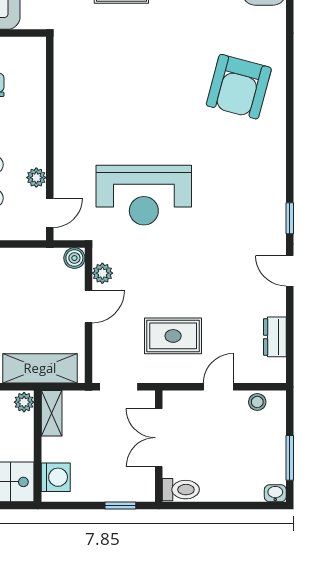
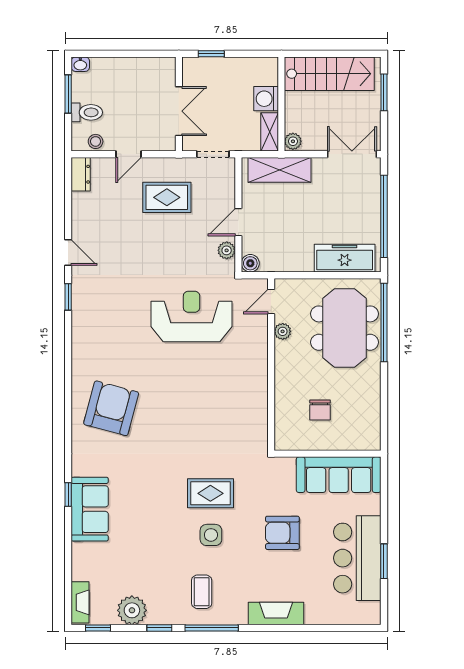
dresser: (275, 337) -> (81, 174), moved
washing machine: (56, 477) -> (266, 99), moved
toilet: (181, 490) -> (87, 112), moved, turned 180

